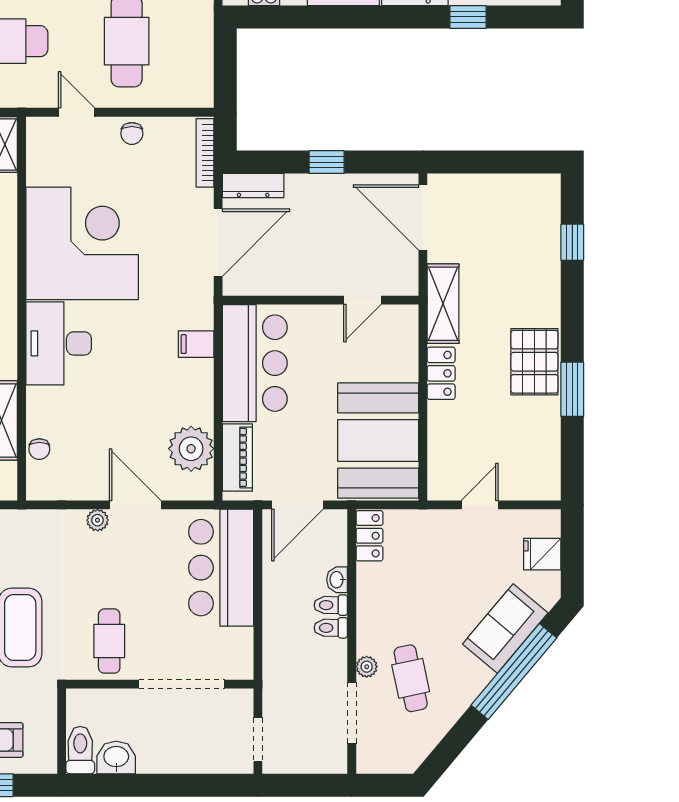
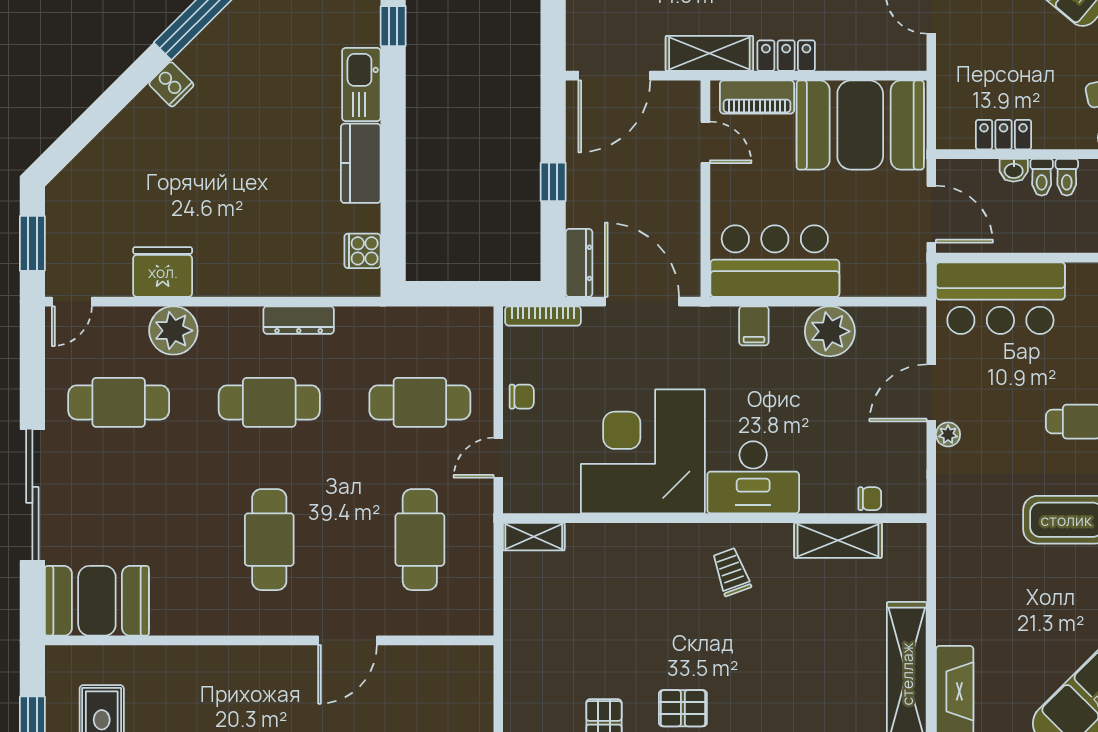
plant: (191, 449) -> (830, 331), moved
piano: (237, 457) -> (757, 97), moved, turned 180
locker: (369, 536) -> (1004, 135), moved

